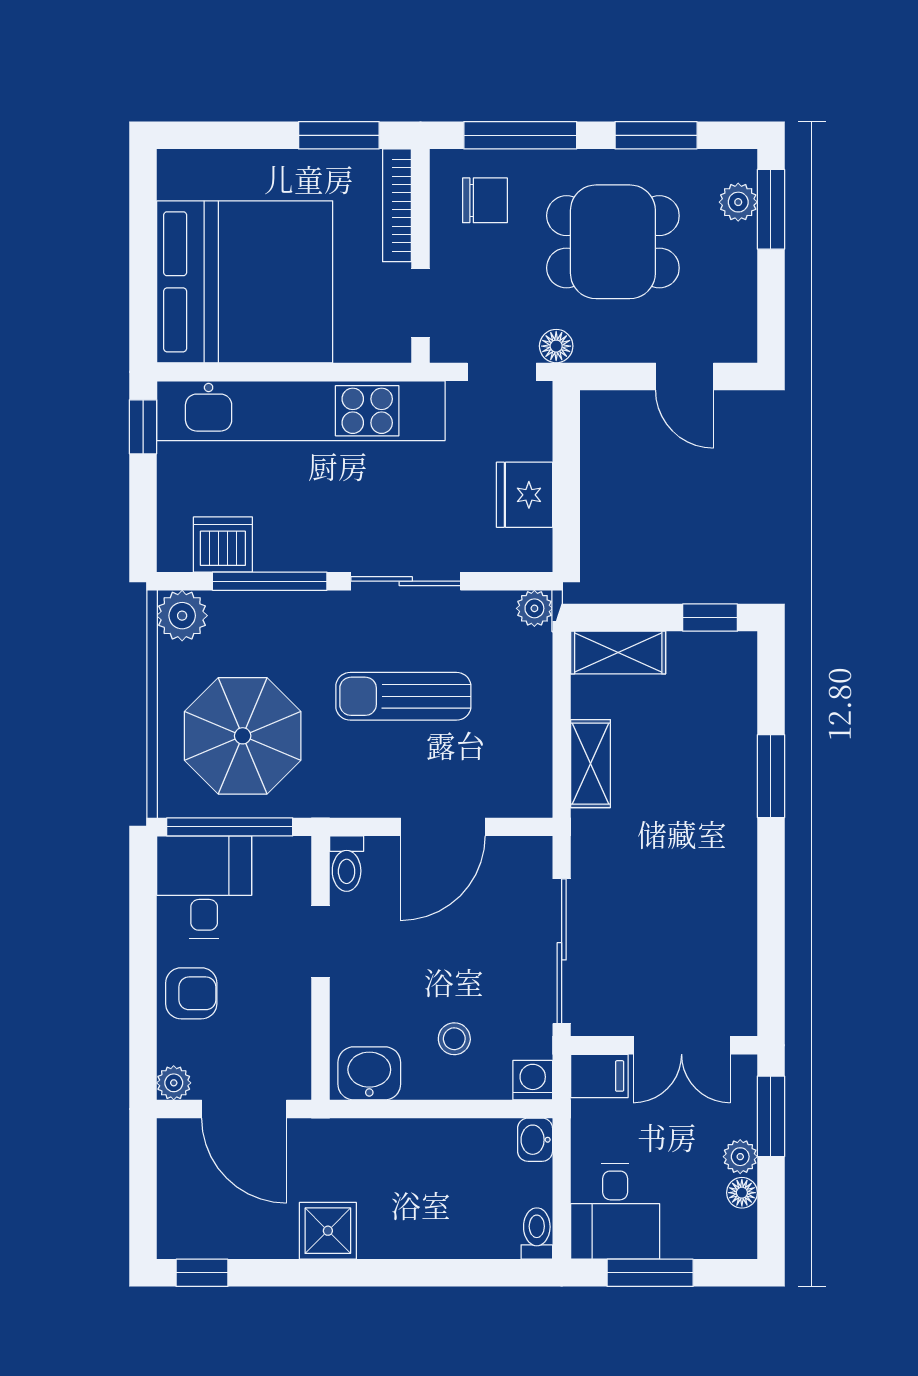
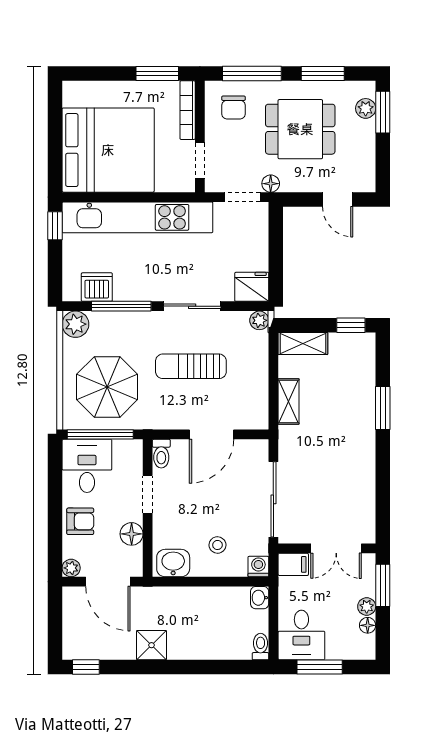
chair: (485, 200) -> (234, 108), turned 90
fridge: (524, 495) -> (252, 287), moved, turned 90
floor lamp: (290, 1018) -> (132, 534), added

